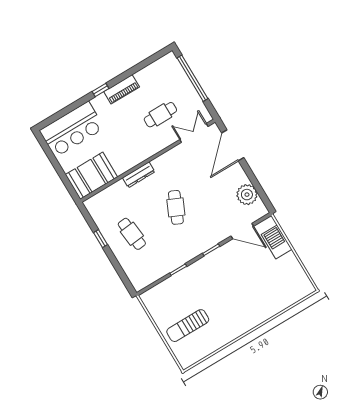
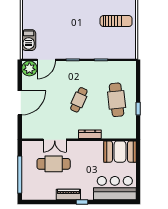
cafe table: (160, 115) -> (54, 164), width x1.37, depth x1.35
double door: (194, 133) -> (55, 140), moved
door: (233, 145) -> (20, 103), moved
plant: (247, 195) -> (29, 68), moved
door: (242, 231) -> (46, 60), swing flipped
cafe table: (132, 234) -> (117, 100), width x1.37, depth x1.35

